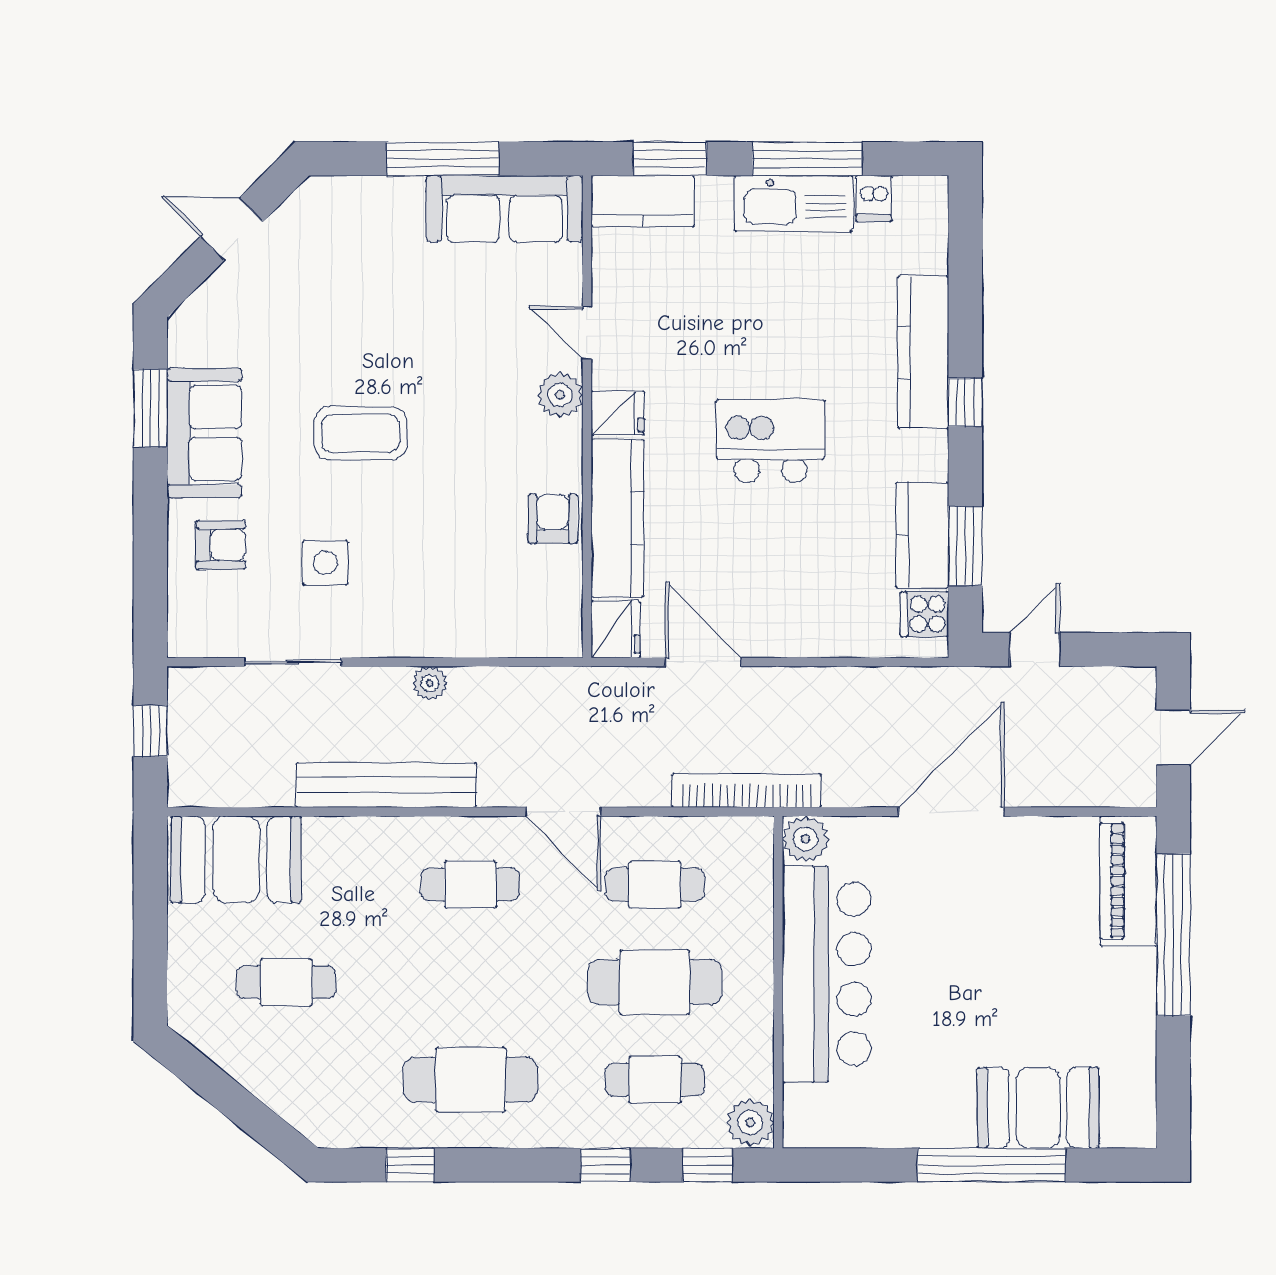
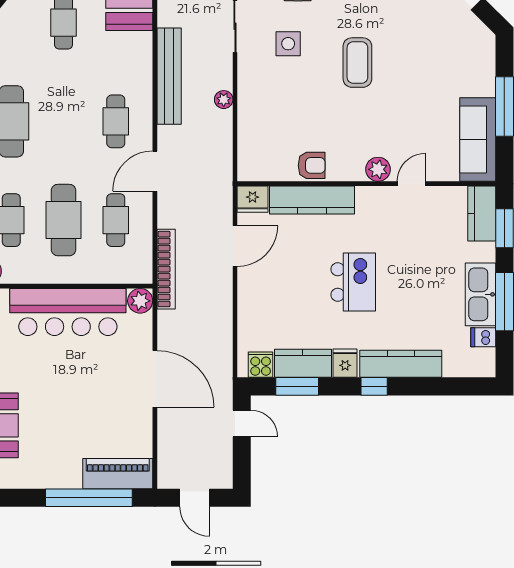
fridge: (618, 413) -> (345, 363), moved, turned 180

